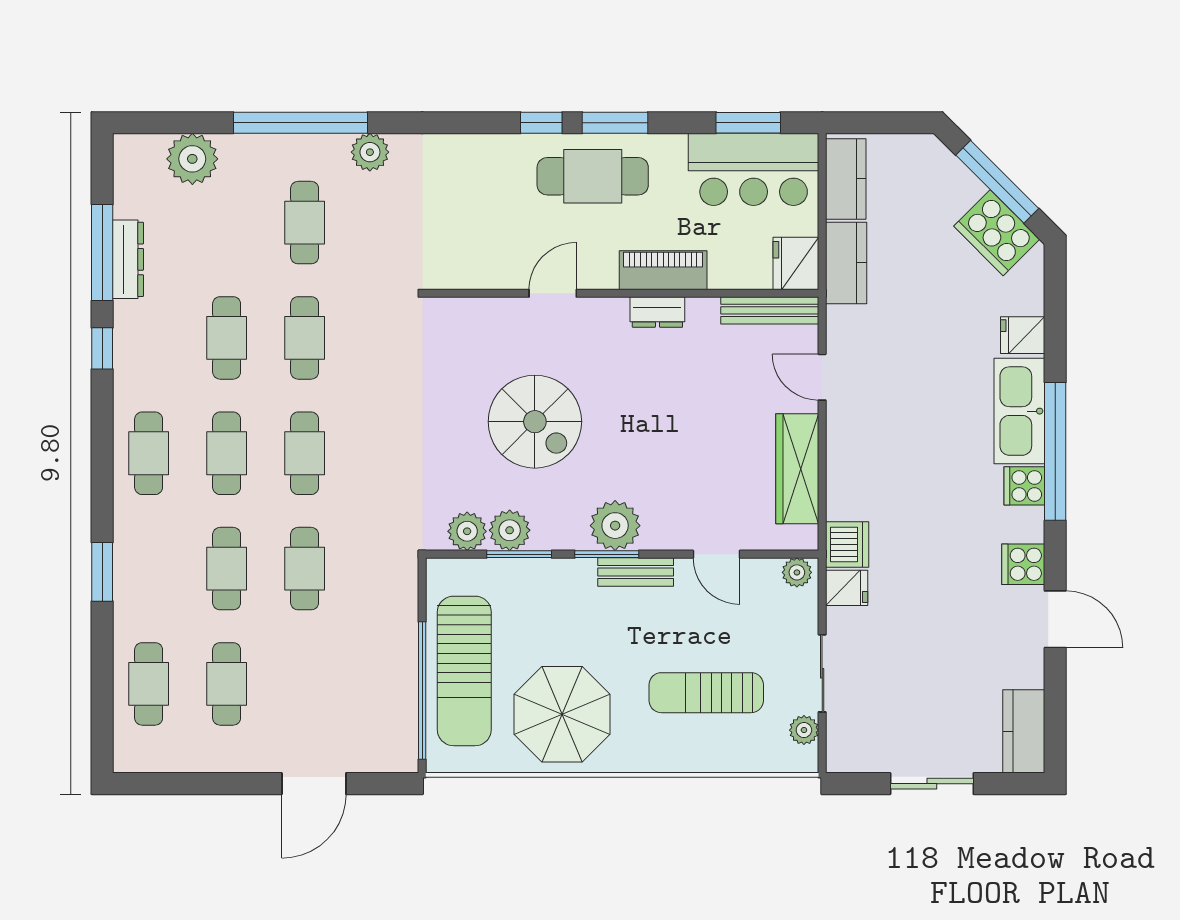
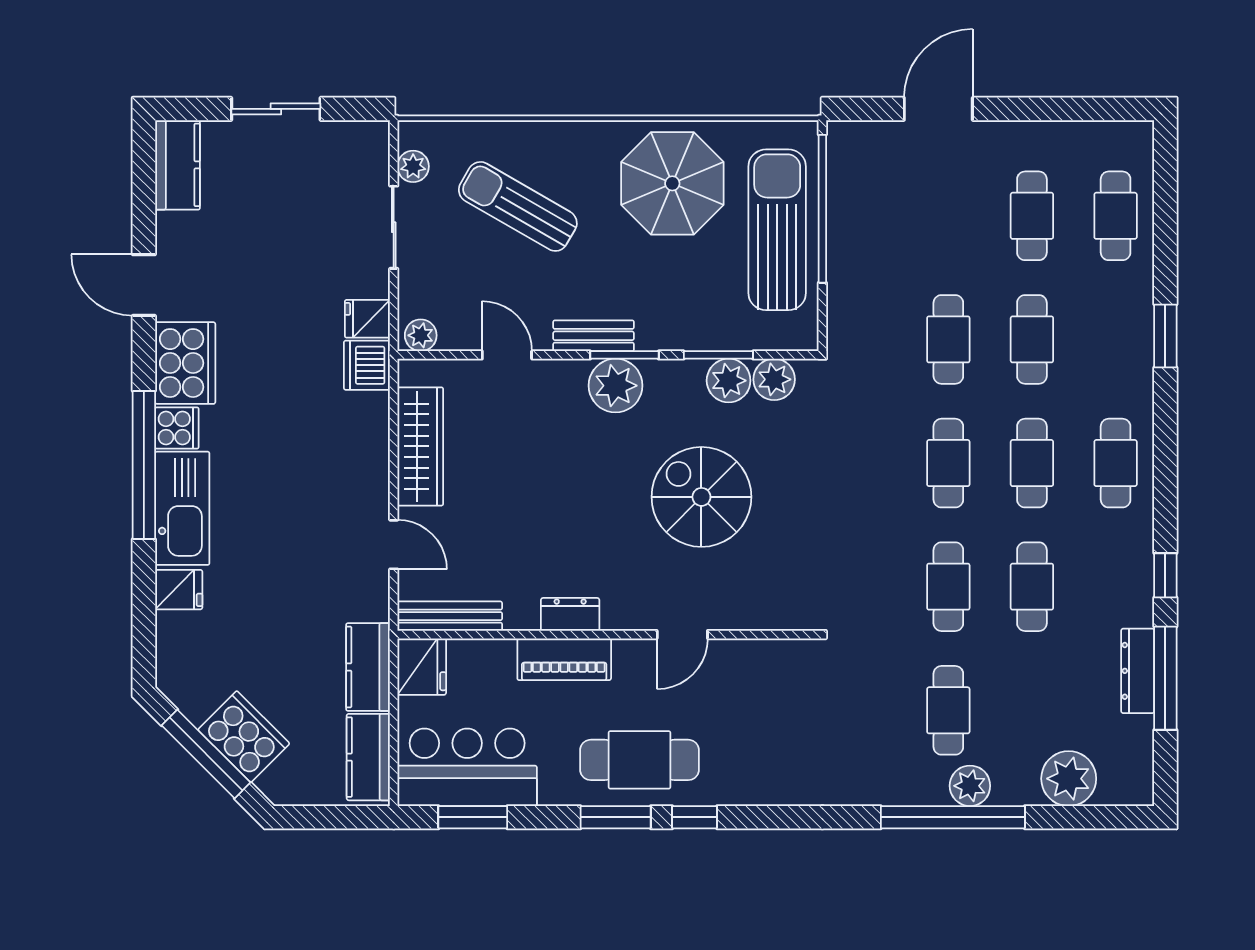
plant: (370, 152) -> (970, 786), moved
cooker: (997, 233) -> (244, 737), moved
cooker: (1023, 564) -> (185, 363), width x1.87, depth x1.31
sun lounger: (706, 693) -> (518, 206), turned -150

